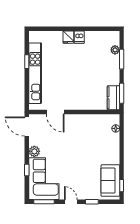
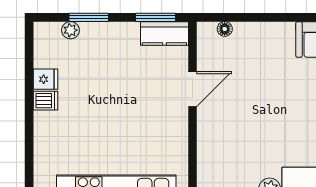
fridge: (68, 37) -> (45, 79), moved
door: (55, 112) -> (193, 89), moved

